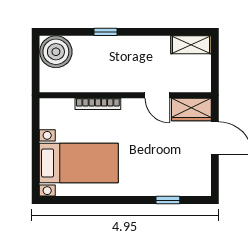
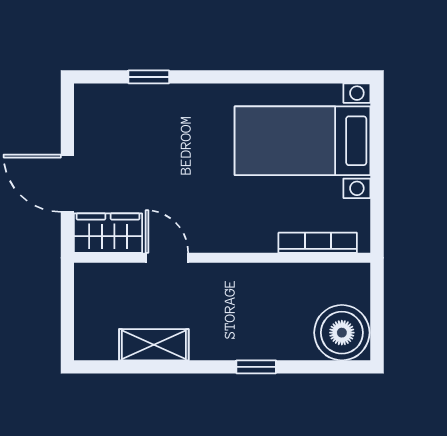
shelving: (191, 45) -> (154, 345), moved
bookcase: (98, 104) -> (318, 243), moved

